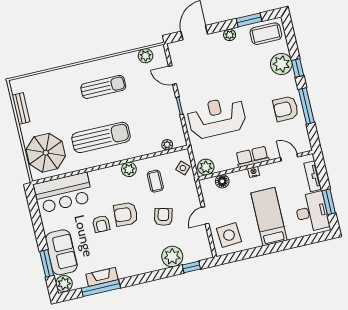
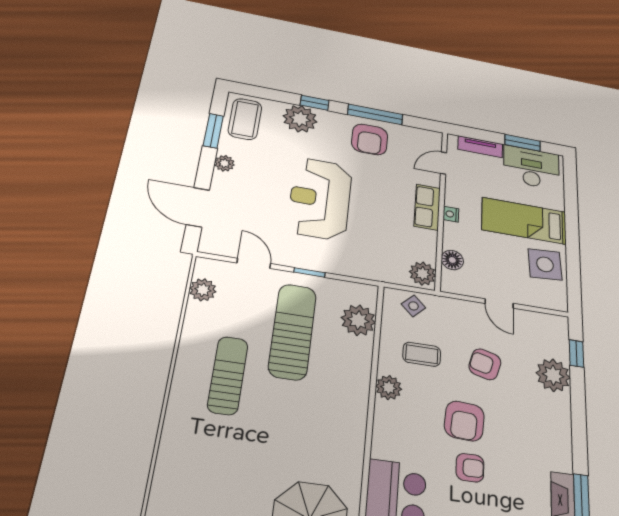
door: (172, 75) -> (254, 263), swing flipped
reception desk: (217, 117) -> (320, 198), moved
sun lounger: (101, 137) -> (293, 331), moved
plant: (167, 145) -> (358, 320), width x1.88, depth x1.88
side table: (229, 235) -> (545, 264), moved

